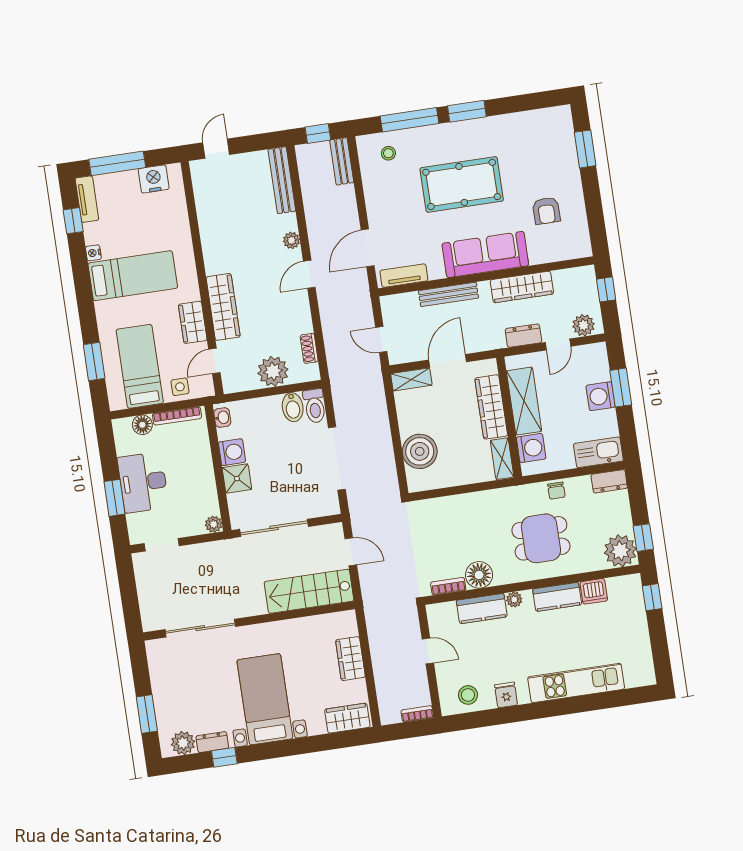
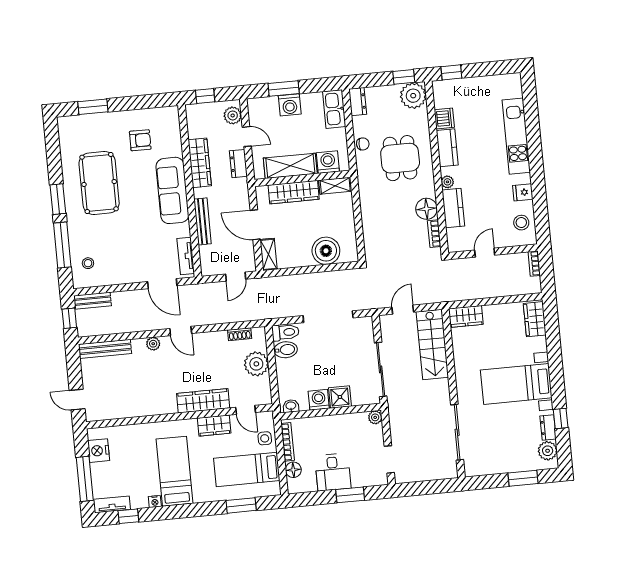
pool table: (462, 184) -> (99, 183), moved
desk: (143, 482) -> (333, 472), width x0.73
wardrobe: (350, 659) -> (466, 316), moved

